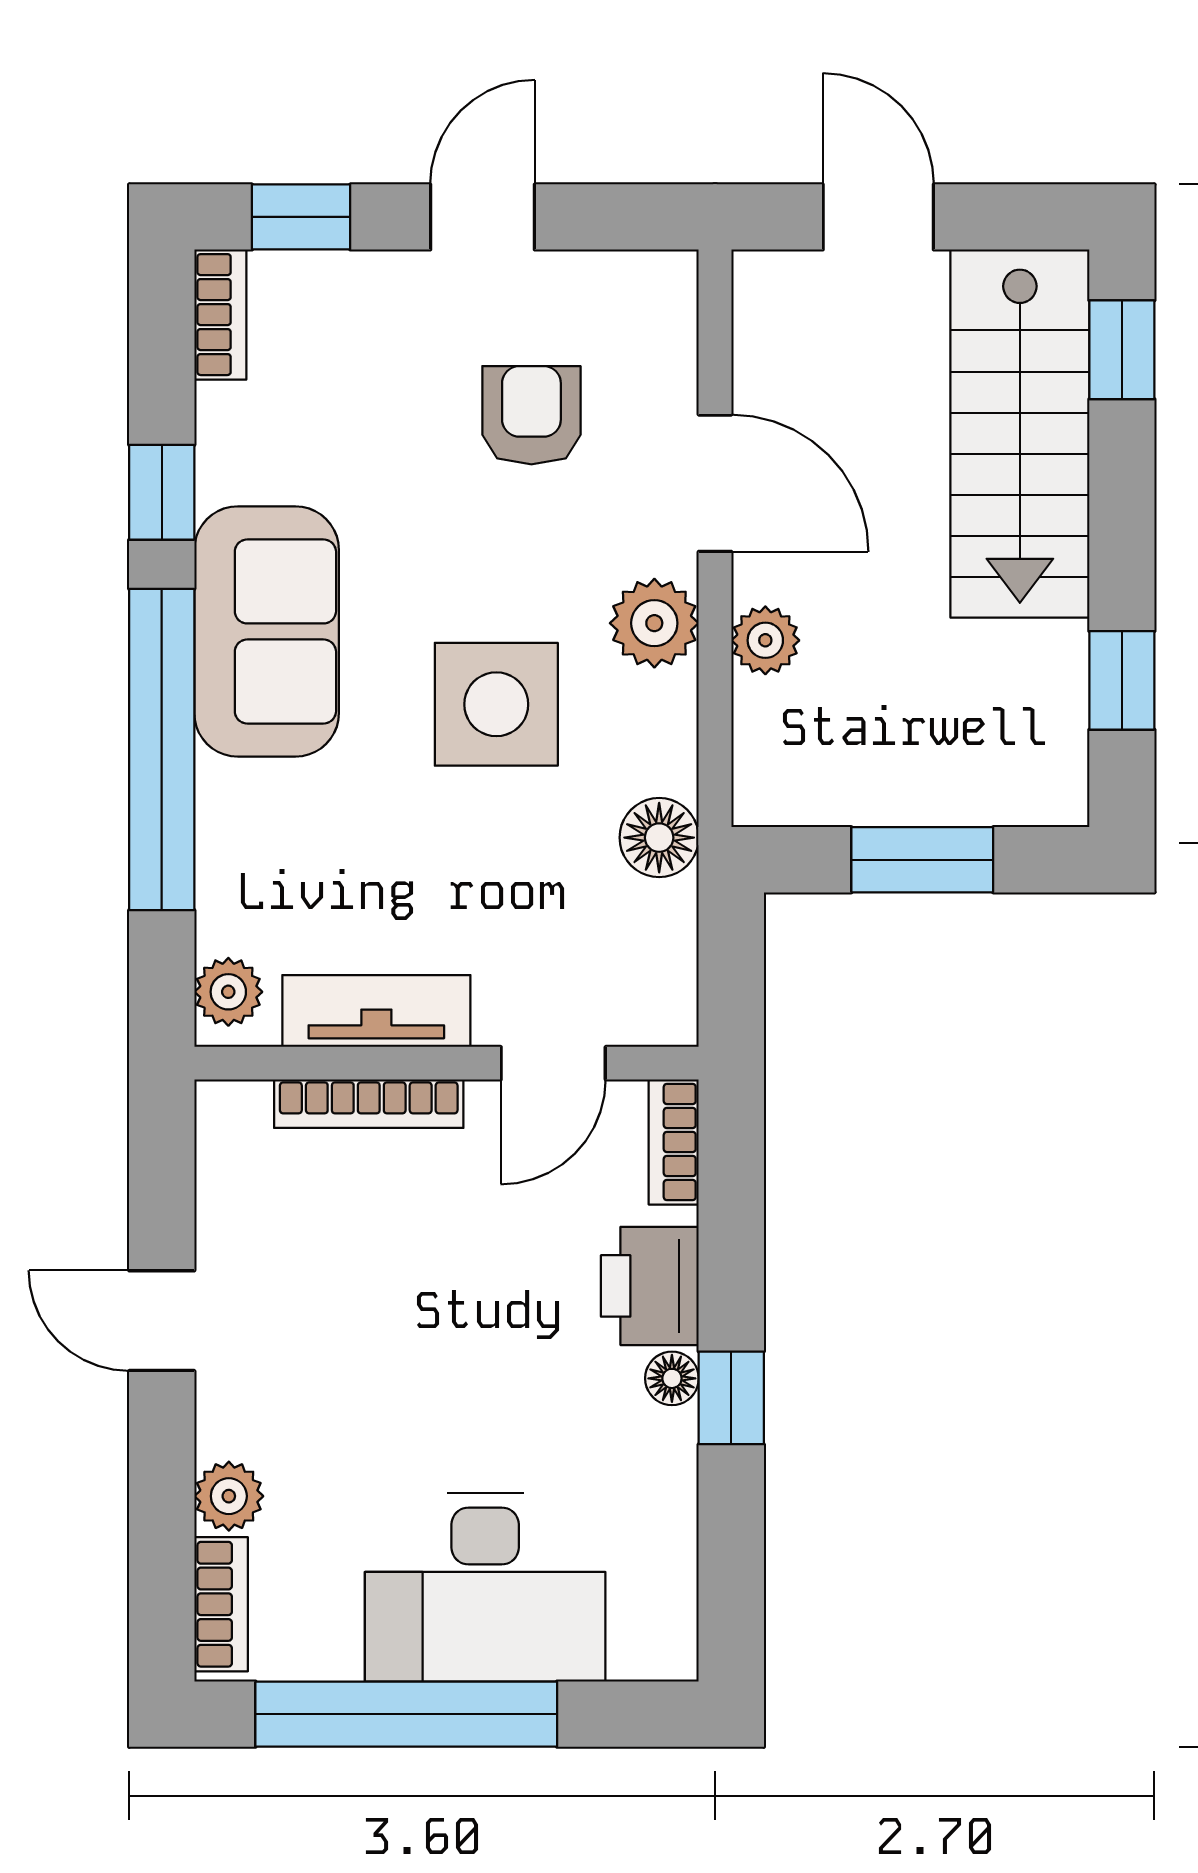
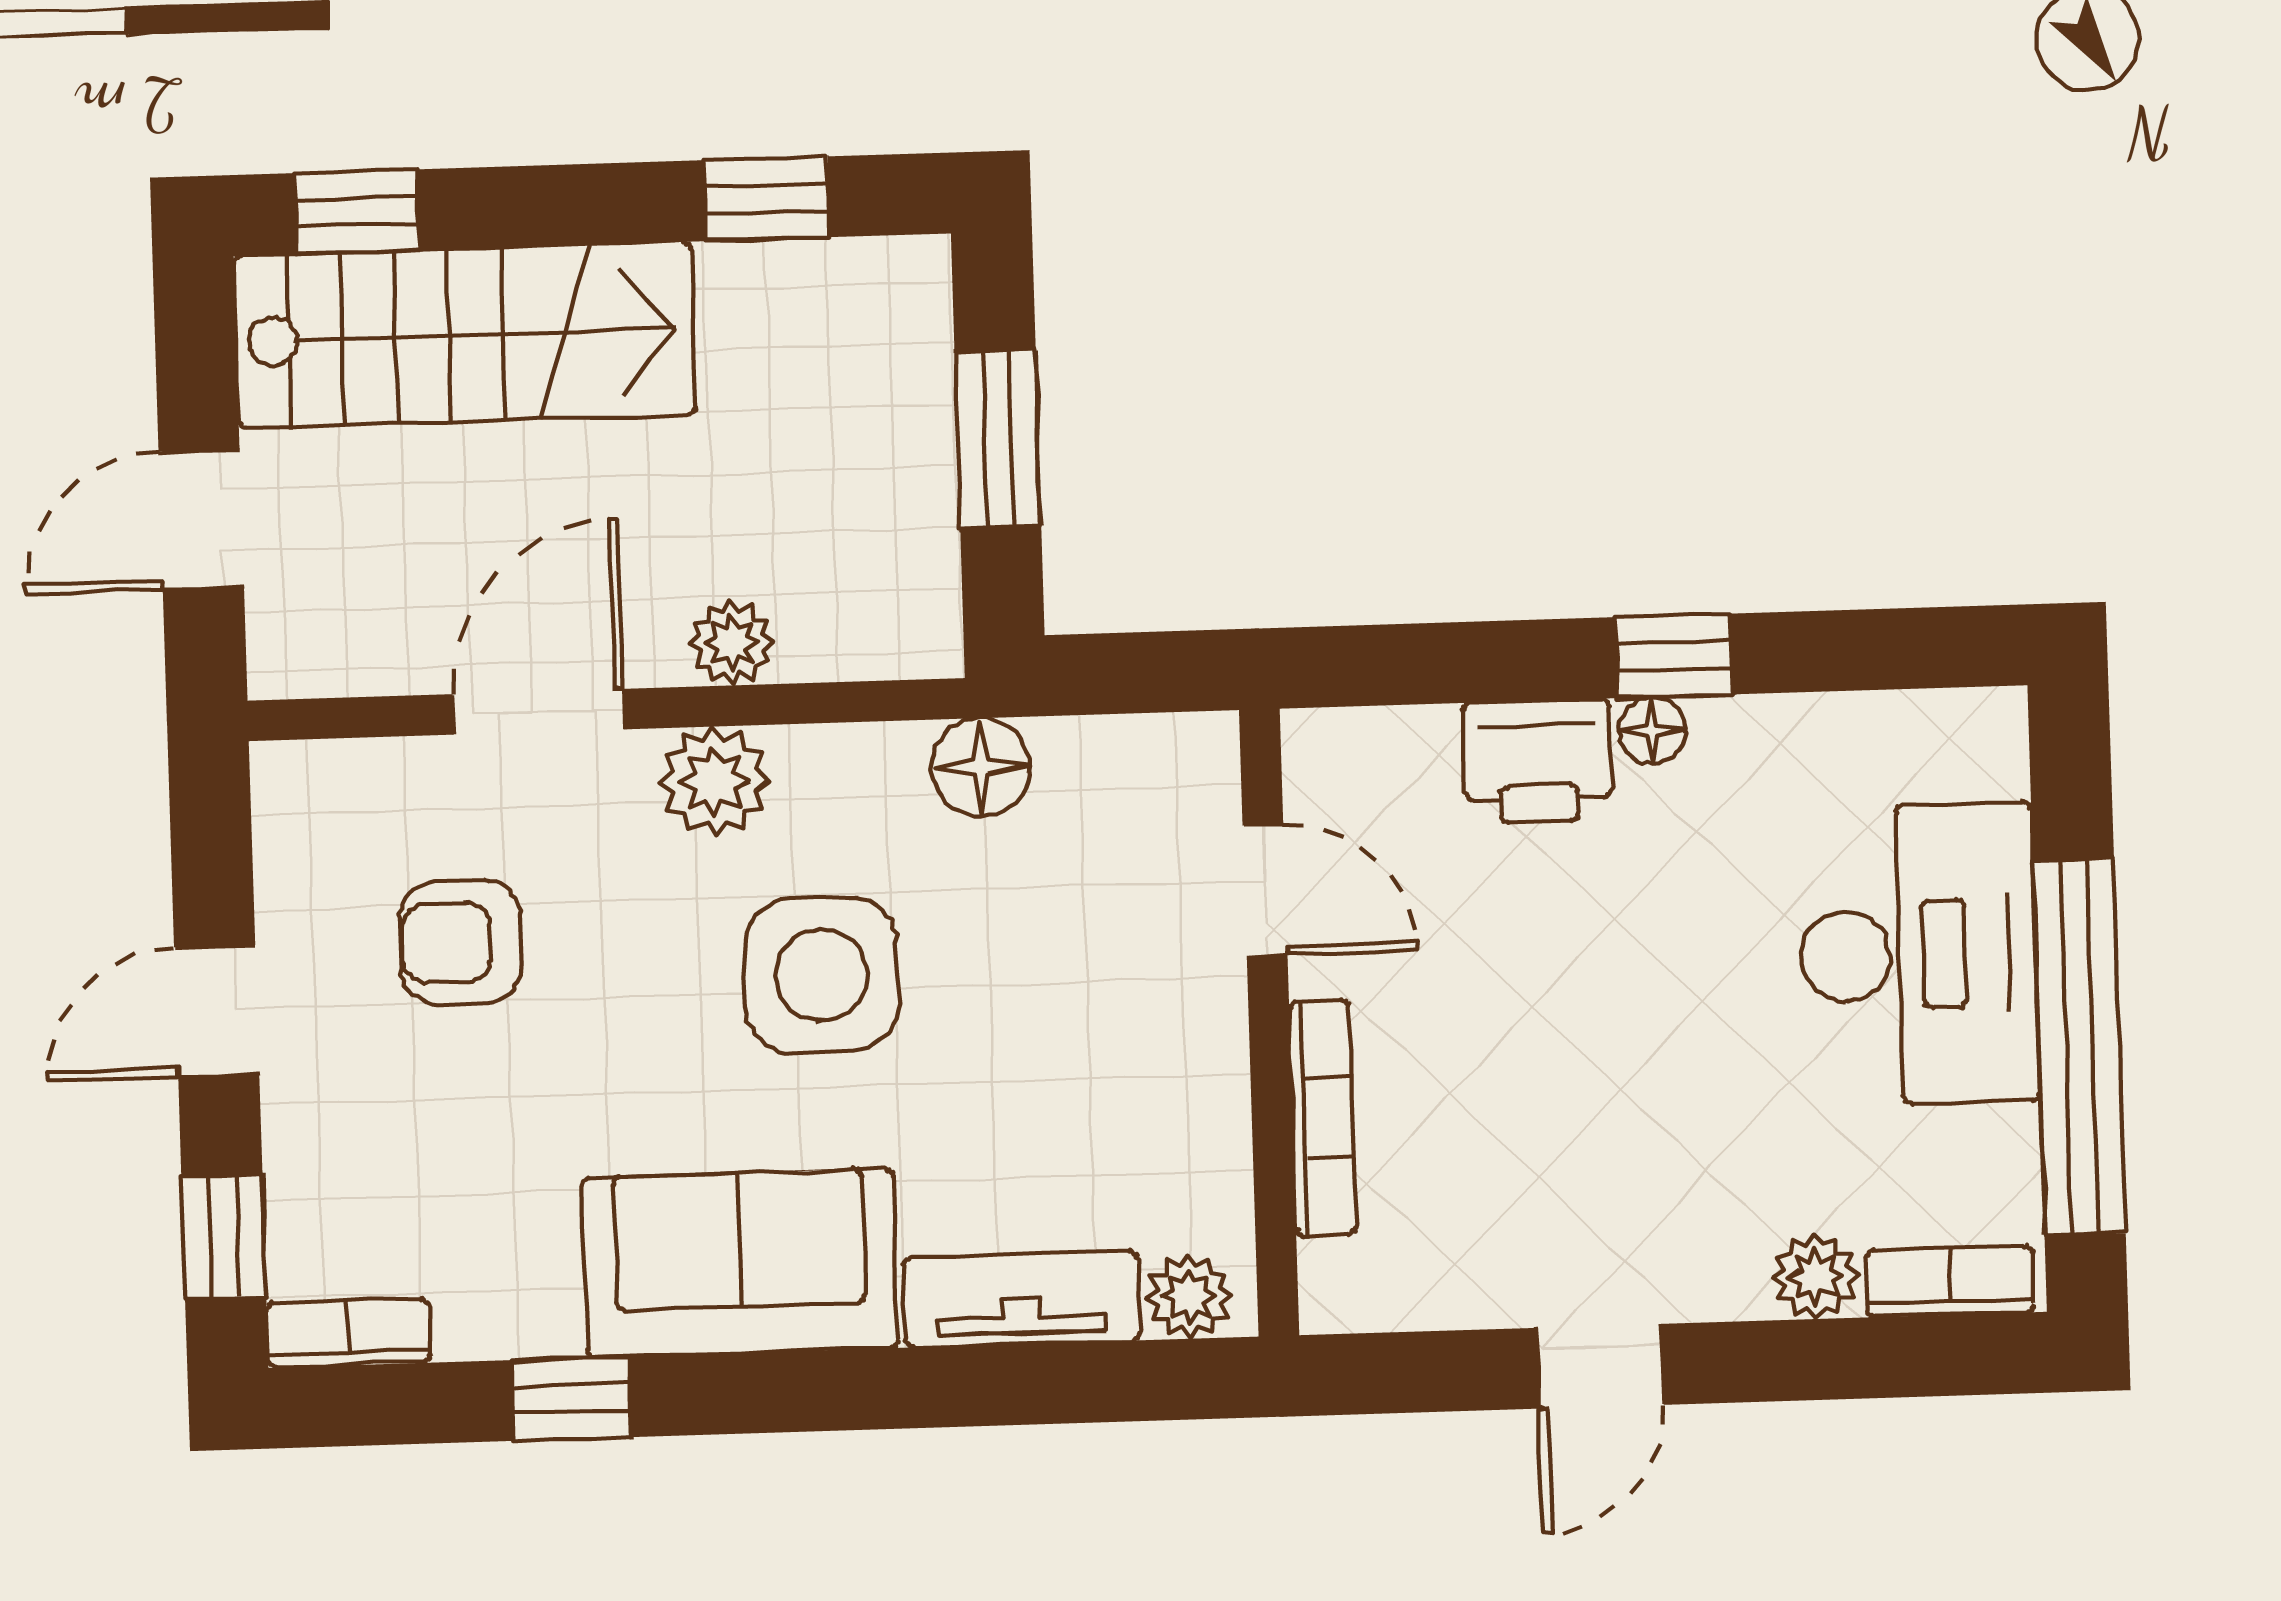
door: (482, 217) -> (217, 1011), hinge flipped
window: (162, 750) -> (891, 1389), removed
tv unit: (376, 1011) -> (1022, 1299), moved, turned 90
bookcase: (674, 1142) -> (1358, 737), removed

